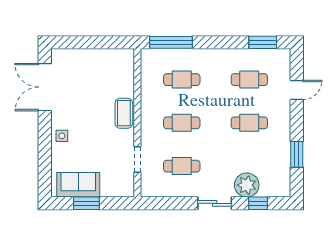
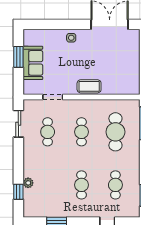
cafe table: (182, 80) -> (115, 132), width x1.37, depth x1.35
sofa: (78, 185) -> (33, 63), moved
plant: (247, 185) -> (28, 183), width x0.53, depth x0.53
sliding door: (215, 203) -> (18, 124), moved

